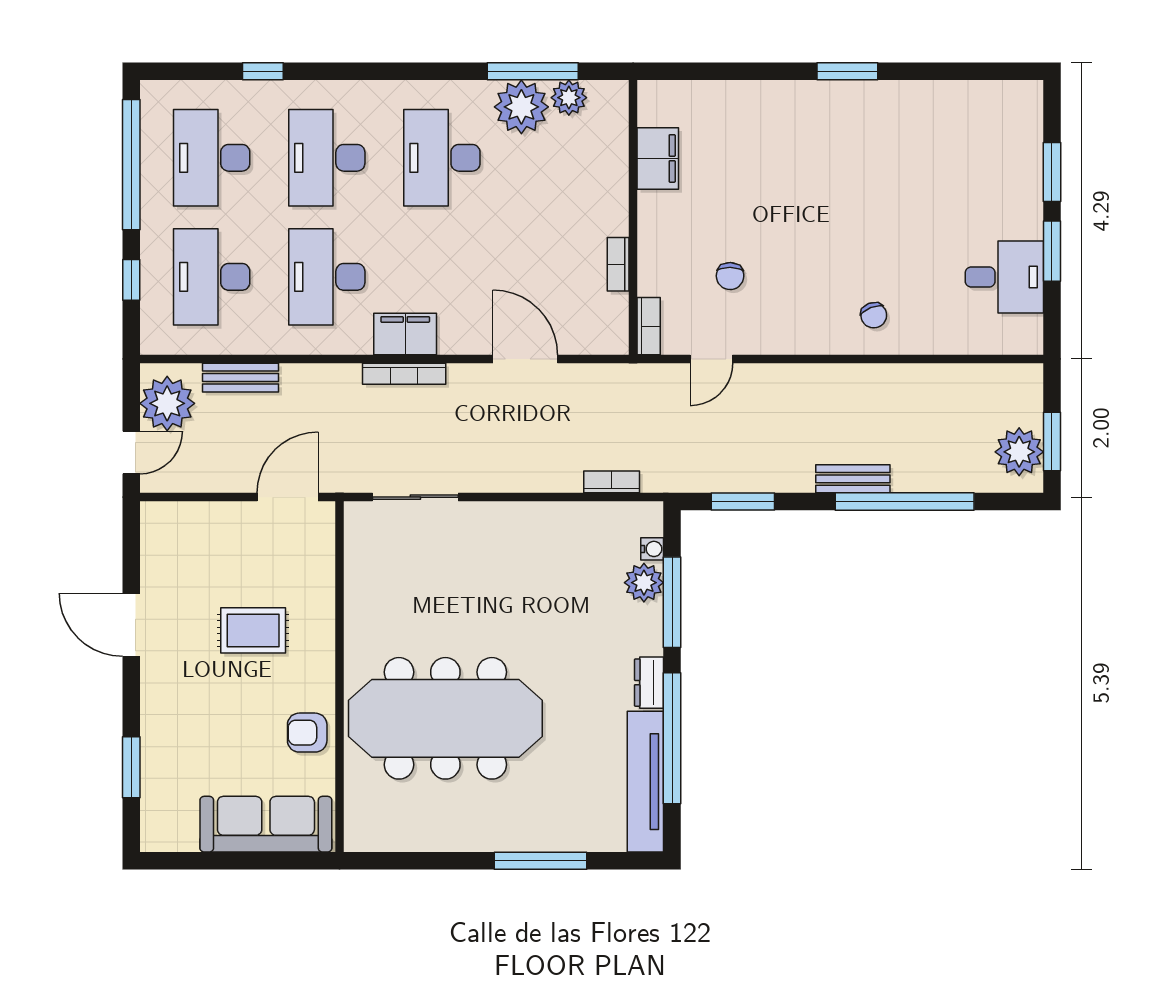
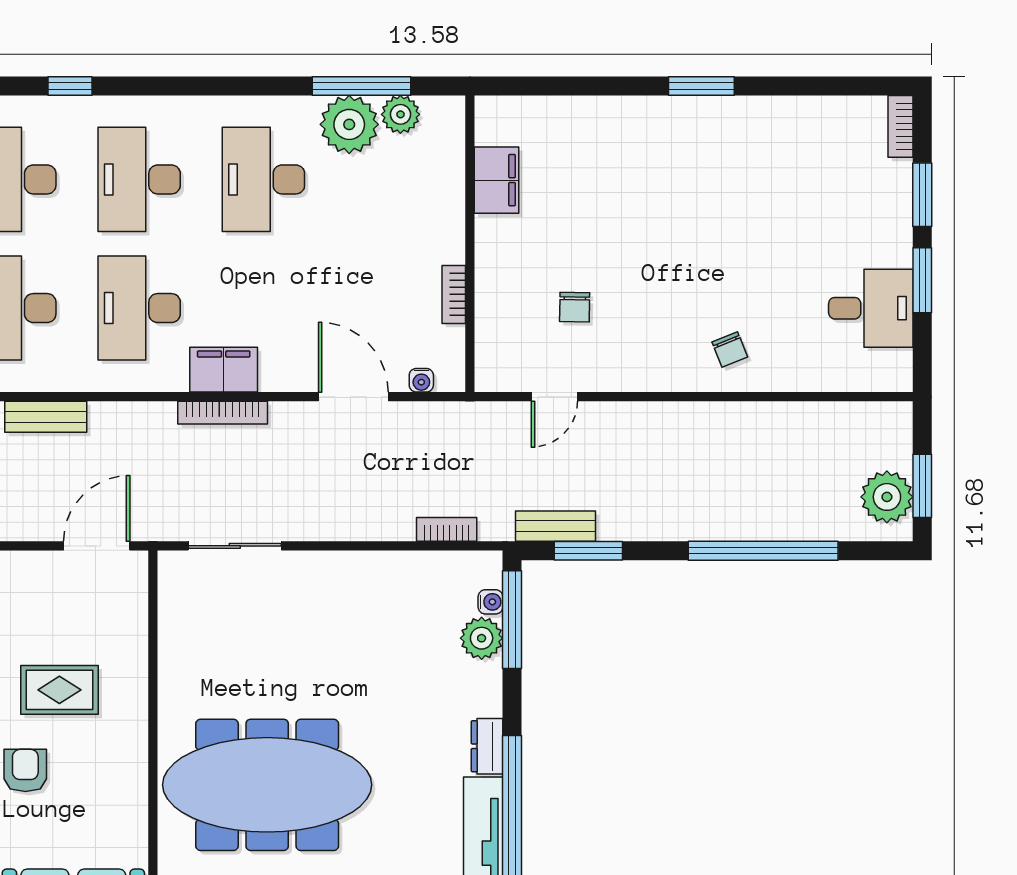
bookcase: (649, 326) -> (901, 126), moved, turned 180
water cooler: (588, 344) -> (421, 380), added
bench: (853, 479) -> (556, 526), moved
window: (672, 602) -> (512, 620), moved
armchair: (307, 733) -> (25, 770), moved, turned 90

